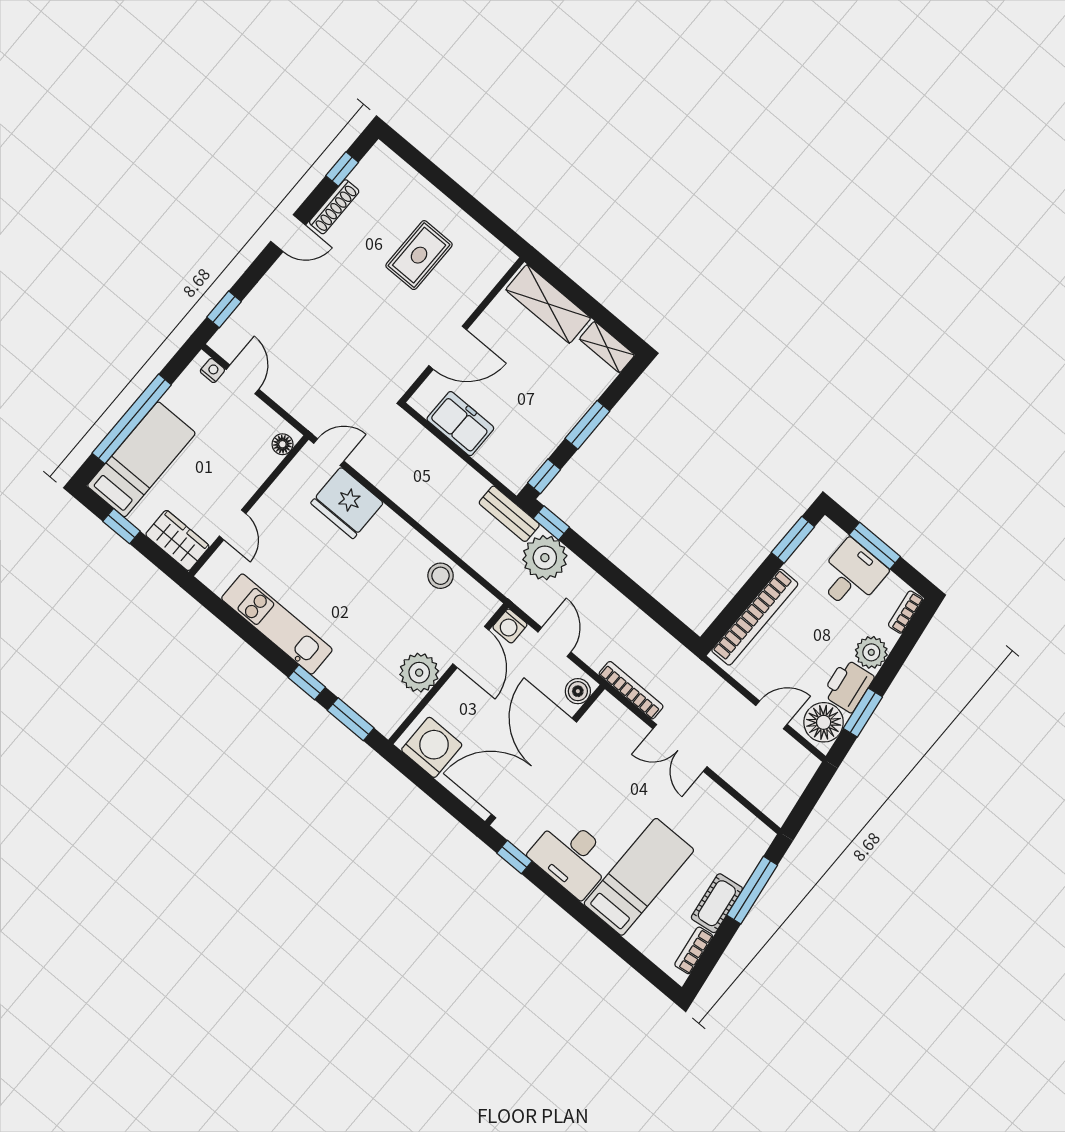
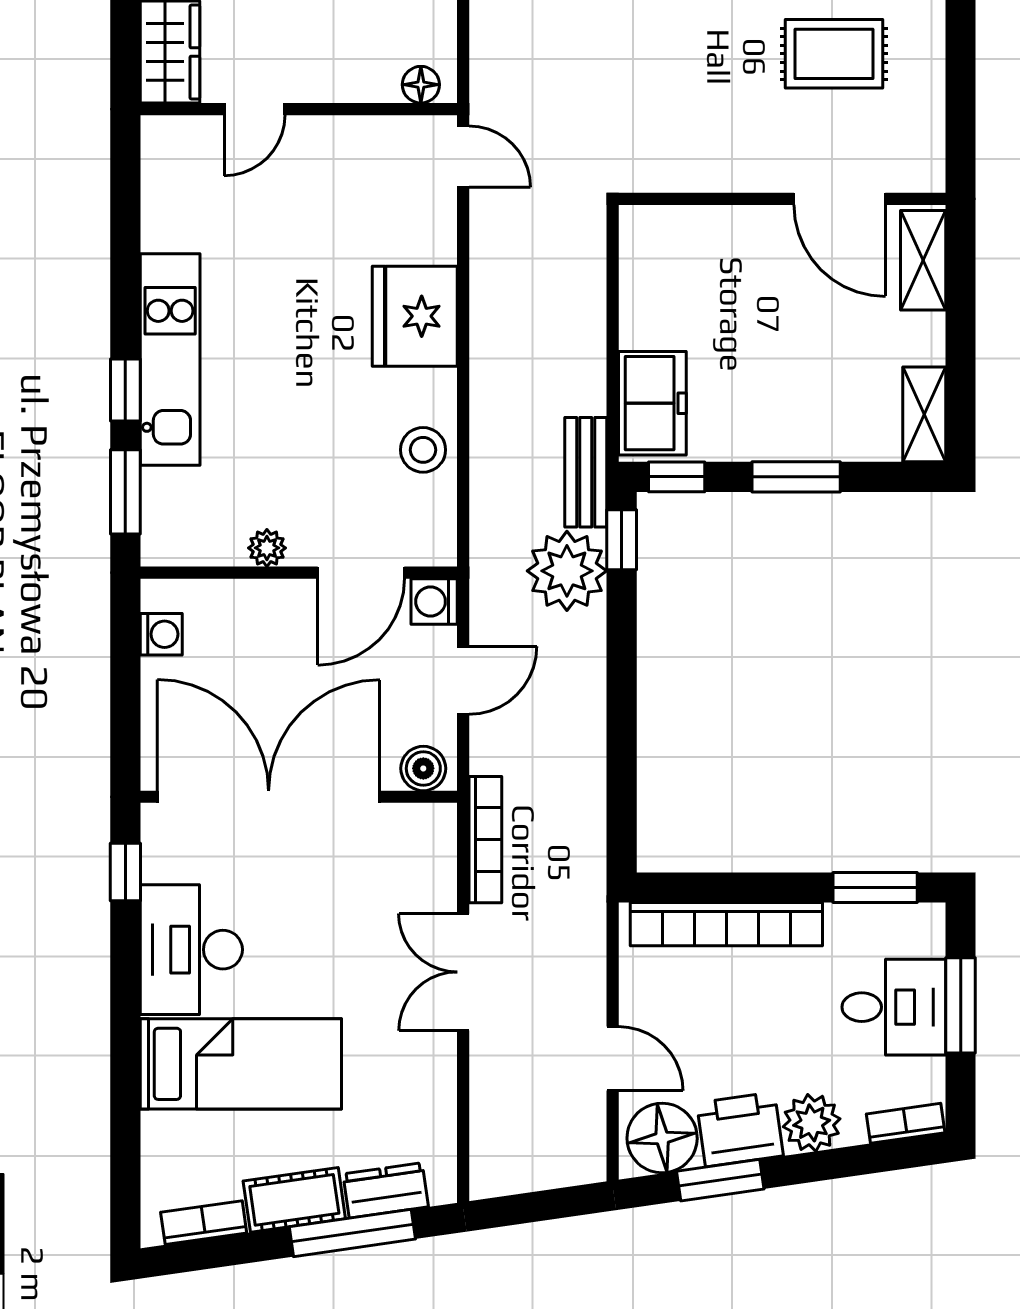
shelving: (548, 304) -> (923, 260), width x0.67, depth x0.75
door: (448, 348) -> (840, 199), moved
freezer: (460, 424) -> (652, 403), moved
fridge: (347, 503) -> (415, 316), moved
kitchen unit: (277, 624) -> (170, 359), moved
plant: (419, 673) -> (267, 548), width x0.53, depth x0.53
washing machine: (432, 747) -> (161, 634), width x0.53, depth x0.53
dresser: (746, 860) -> (386, 1190), added

